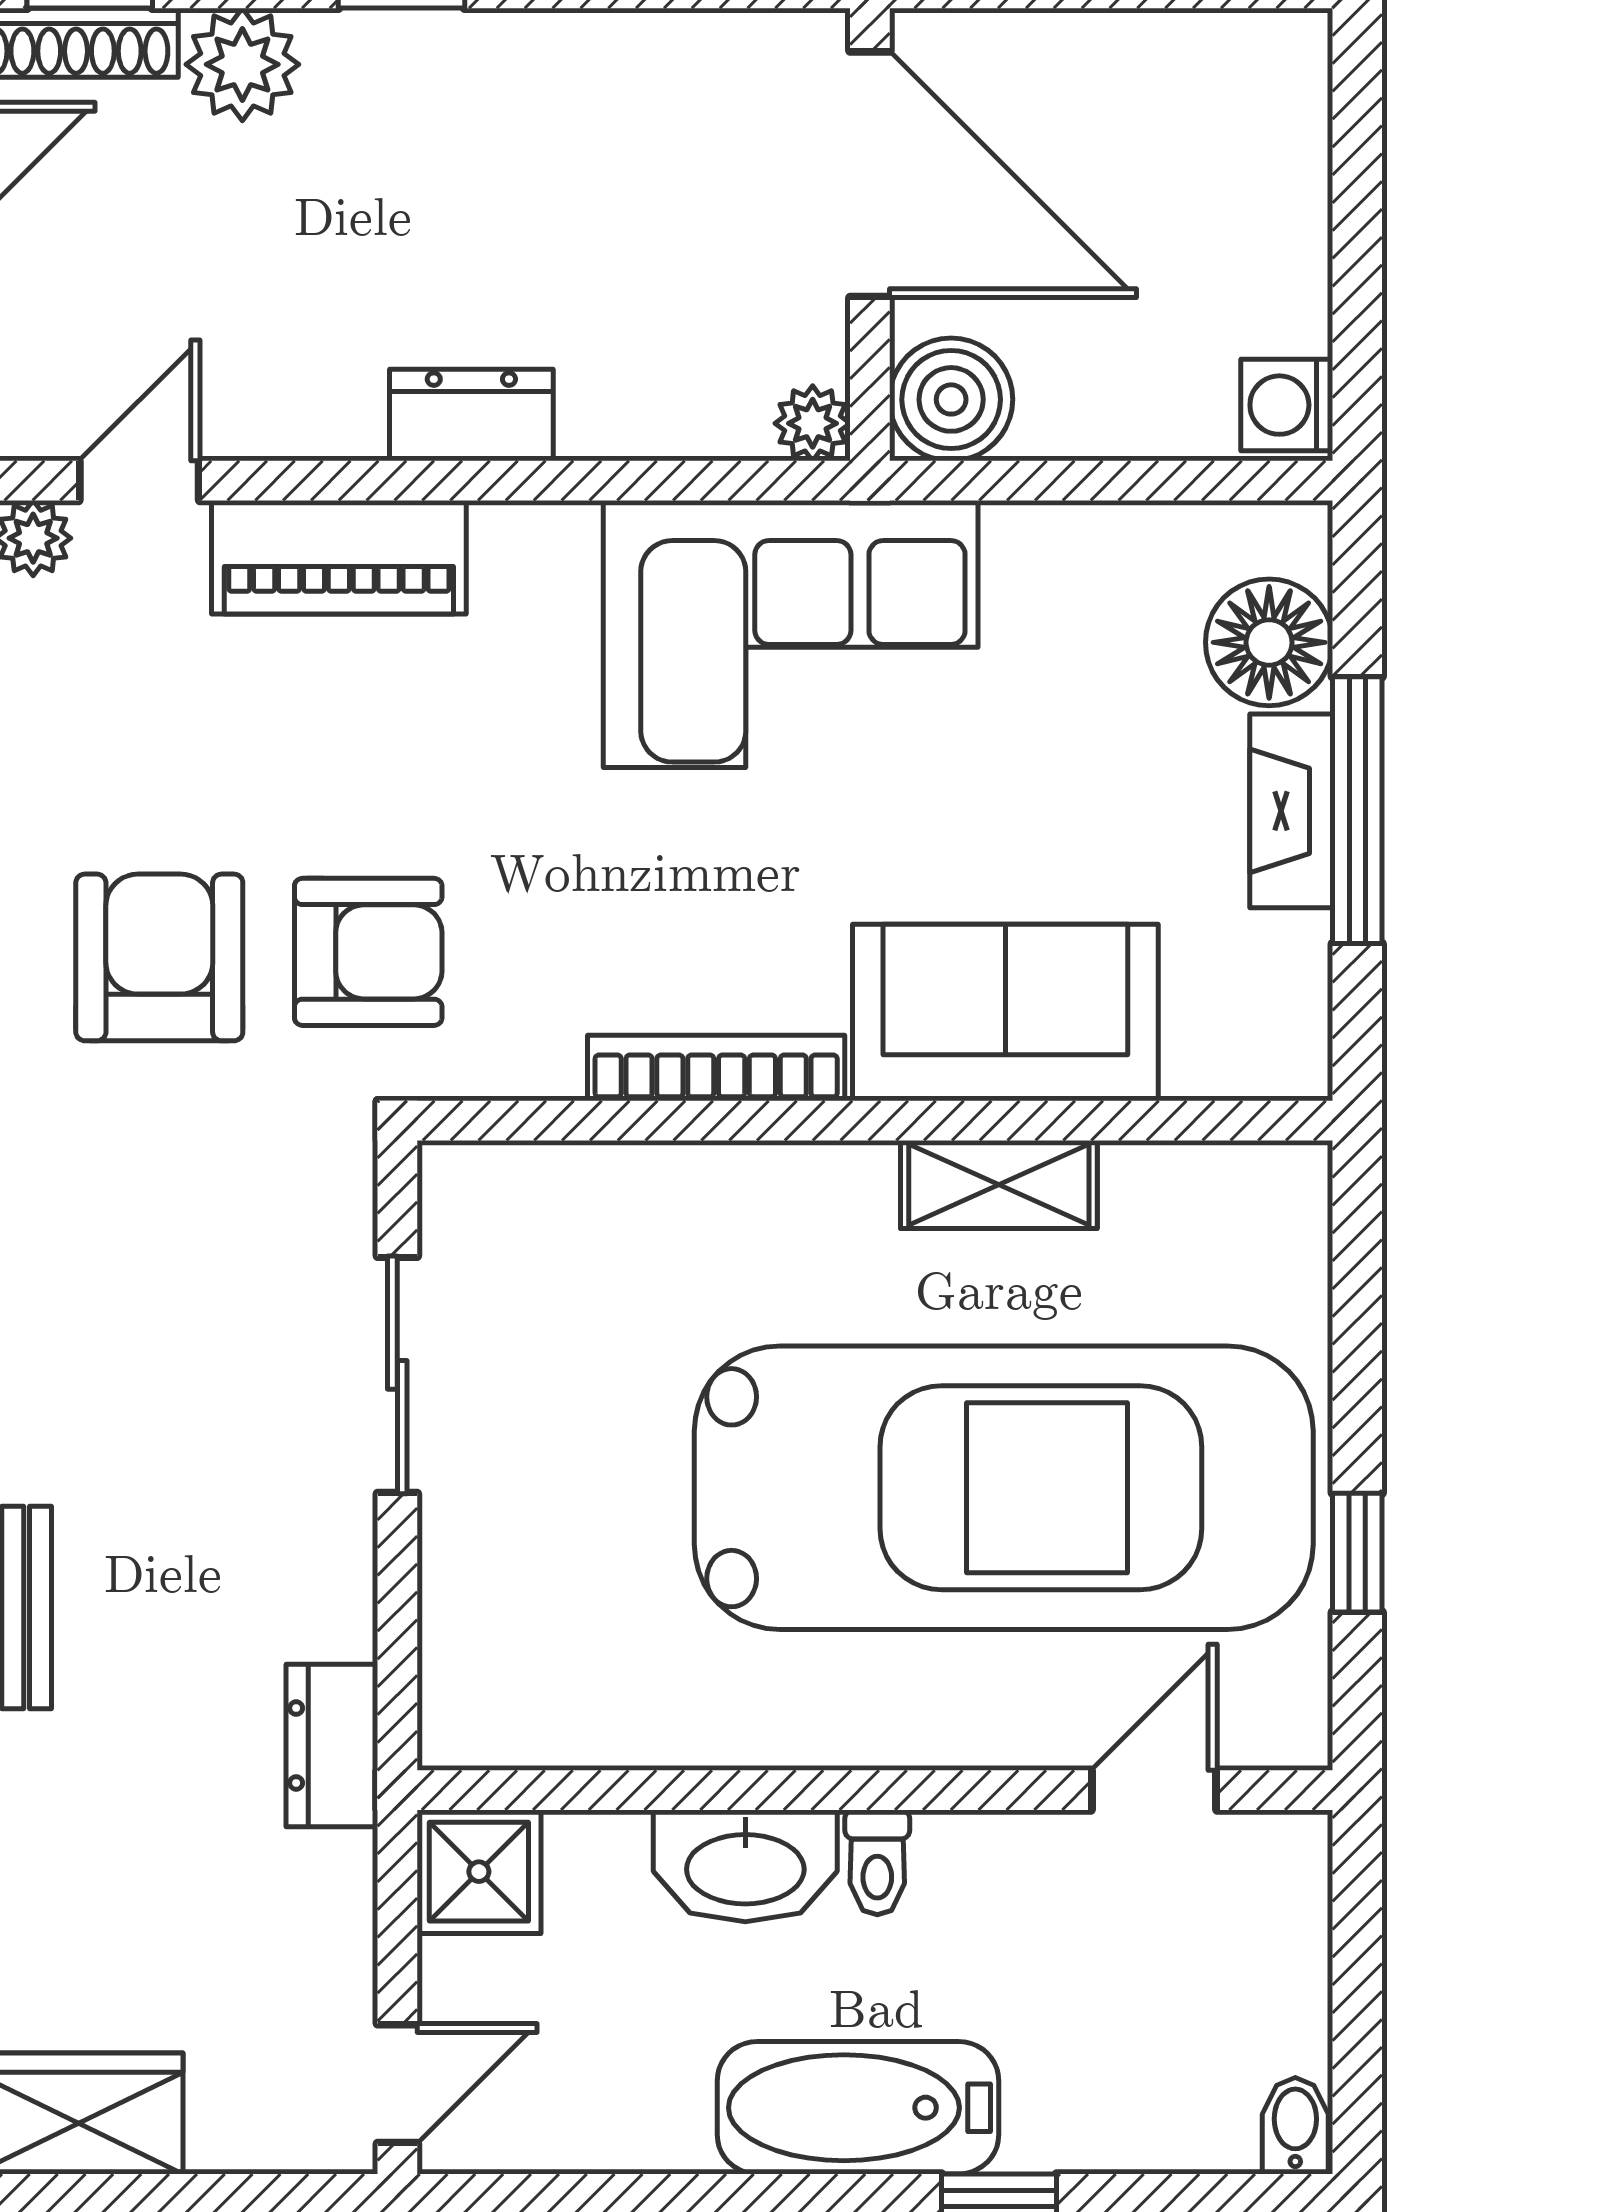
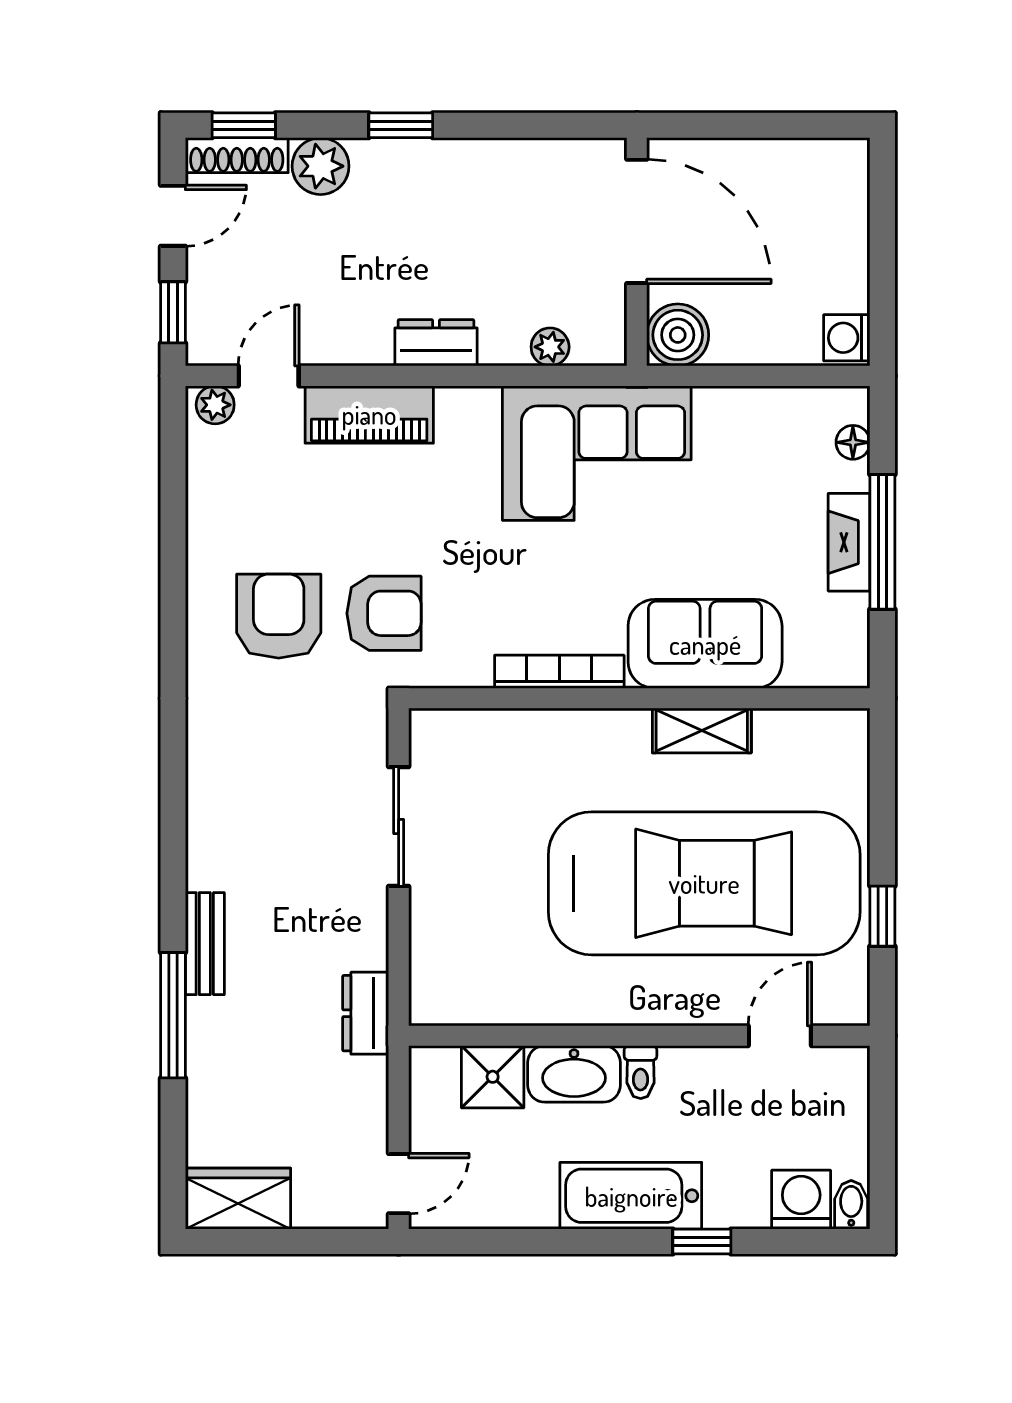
plant: (813, 423) -> (550, 347), moved
floor lamp: (1269, 642) -> (853, 442), width x0.53, depth x0.53
shower: (479, 1872) -> (493, 1077), moved
washing machine: (1196, 2116) -> (801, 1200), added

